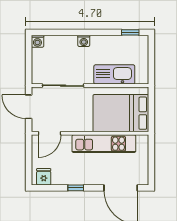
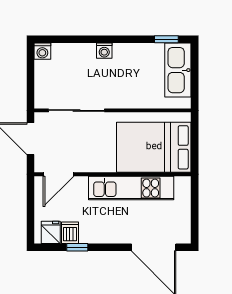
kitchen sink: (114, 74) -> (178, 70), moved, turned -90
dishwasher: (58, 177) -> (70, 233), added
window: (76, 188) -> (77, 247), moved

